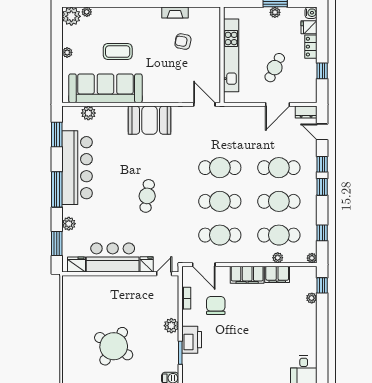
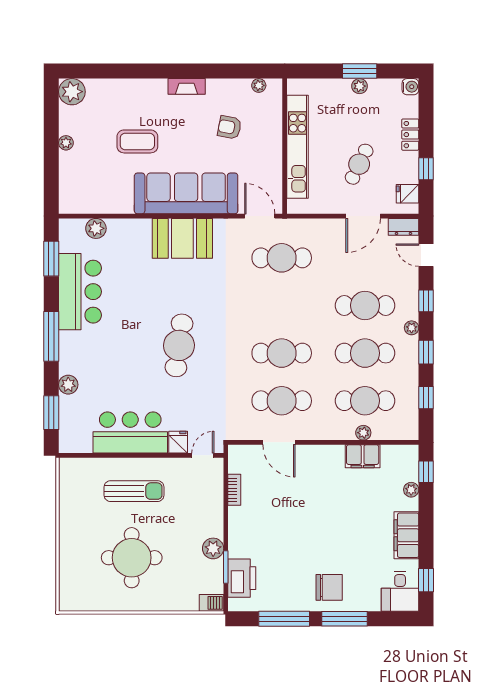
plant: (87, 12) -> (259, 85), moved
fireplace: (175, 12) -> (187, 86), moved
fridge: (309, 27) -> (408, 194), moved
sofa: (105, 88) -> (186, 193), moved
bar counter: (77, 168) -> (80, 292), width x0.73
cafe table: (220, 168) -> (282, 258), moved
window: (322, 187) -> (426, 352), moved
cafe table: (147, 196) -> (179, 345), width x1.37, depth x1.35
plant: (312, 258) -> (412, 328), moved
fridge: (76, 265) -> (79, 442), removed
door: (204, 265) -> (279, 442), moved
filing cabinet: (247, 275) -> (406, 535), moved, turned 90
sun lounger: (115, 299) -> (134, 491), added
chair: (216, 306) -> (329, 587), moved, turned 90
plant: (171, 326) -> (213, 548), moved
printer: (192, 340) -> (242, 578), moved
round table: (114, 346) -> (132, 558), turned -32
window: (322, 362) -> (426, 580), added

